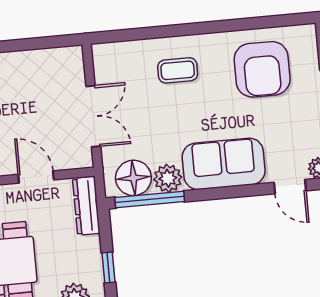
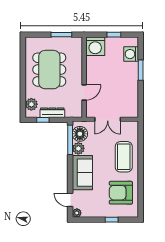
coffee table: (178, 70) -> (124, 157), width x1.86, depth x1.72
door: (290, 187) -> (70, 200), hinge flipped
dresser: (86, 206) -> (52, 113), moved

